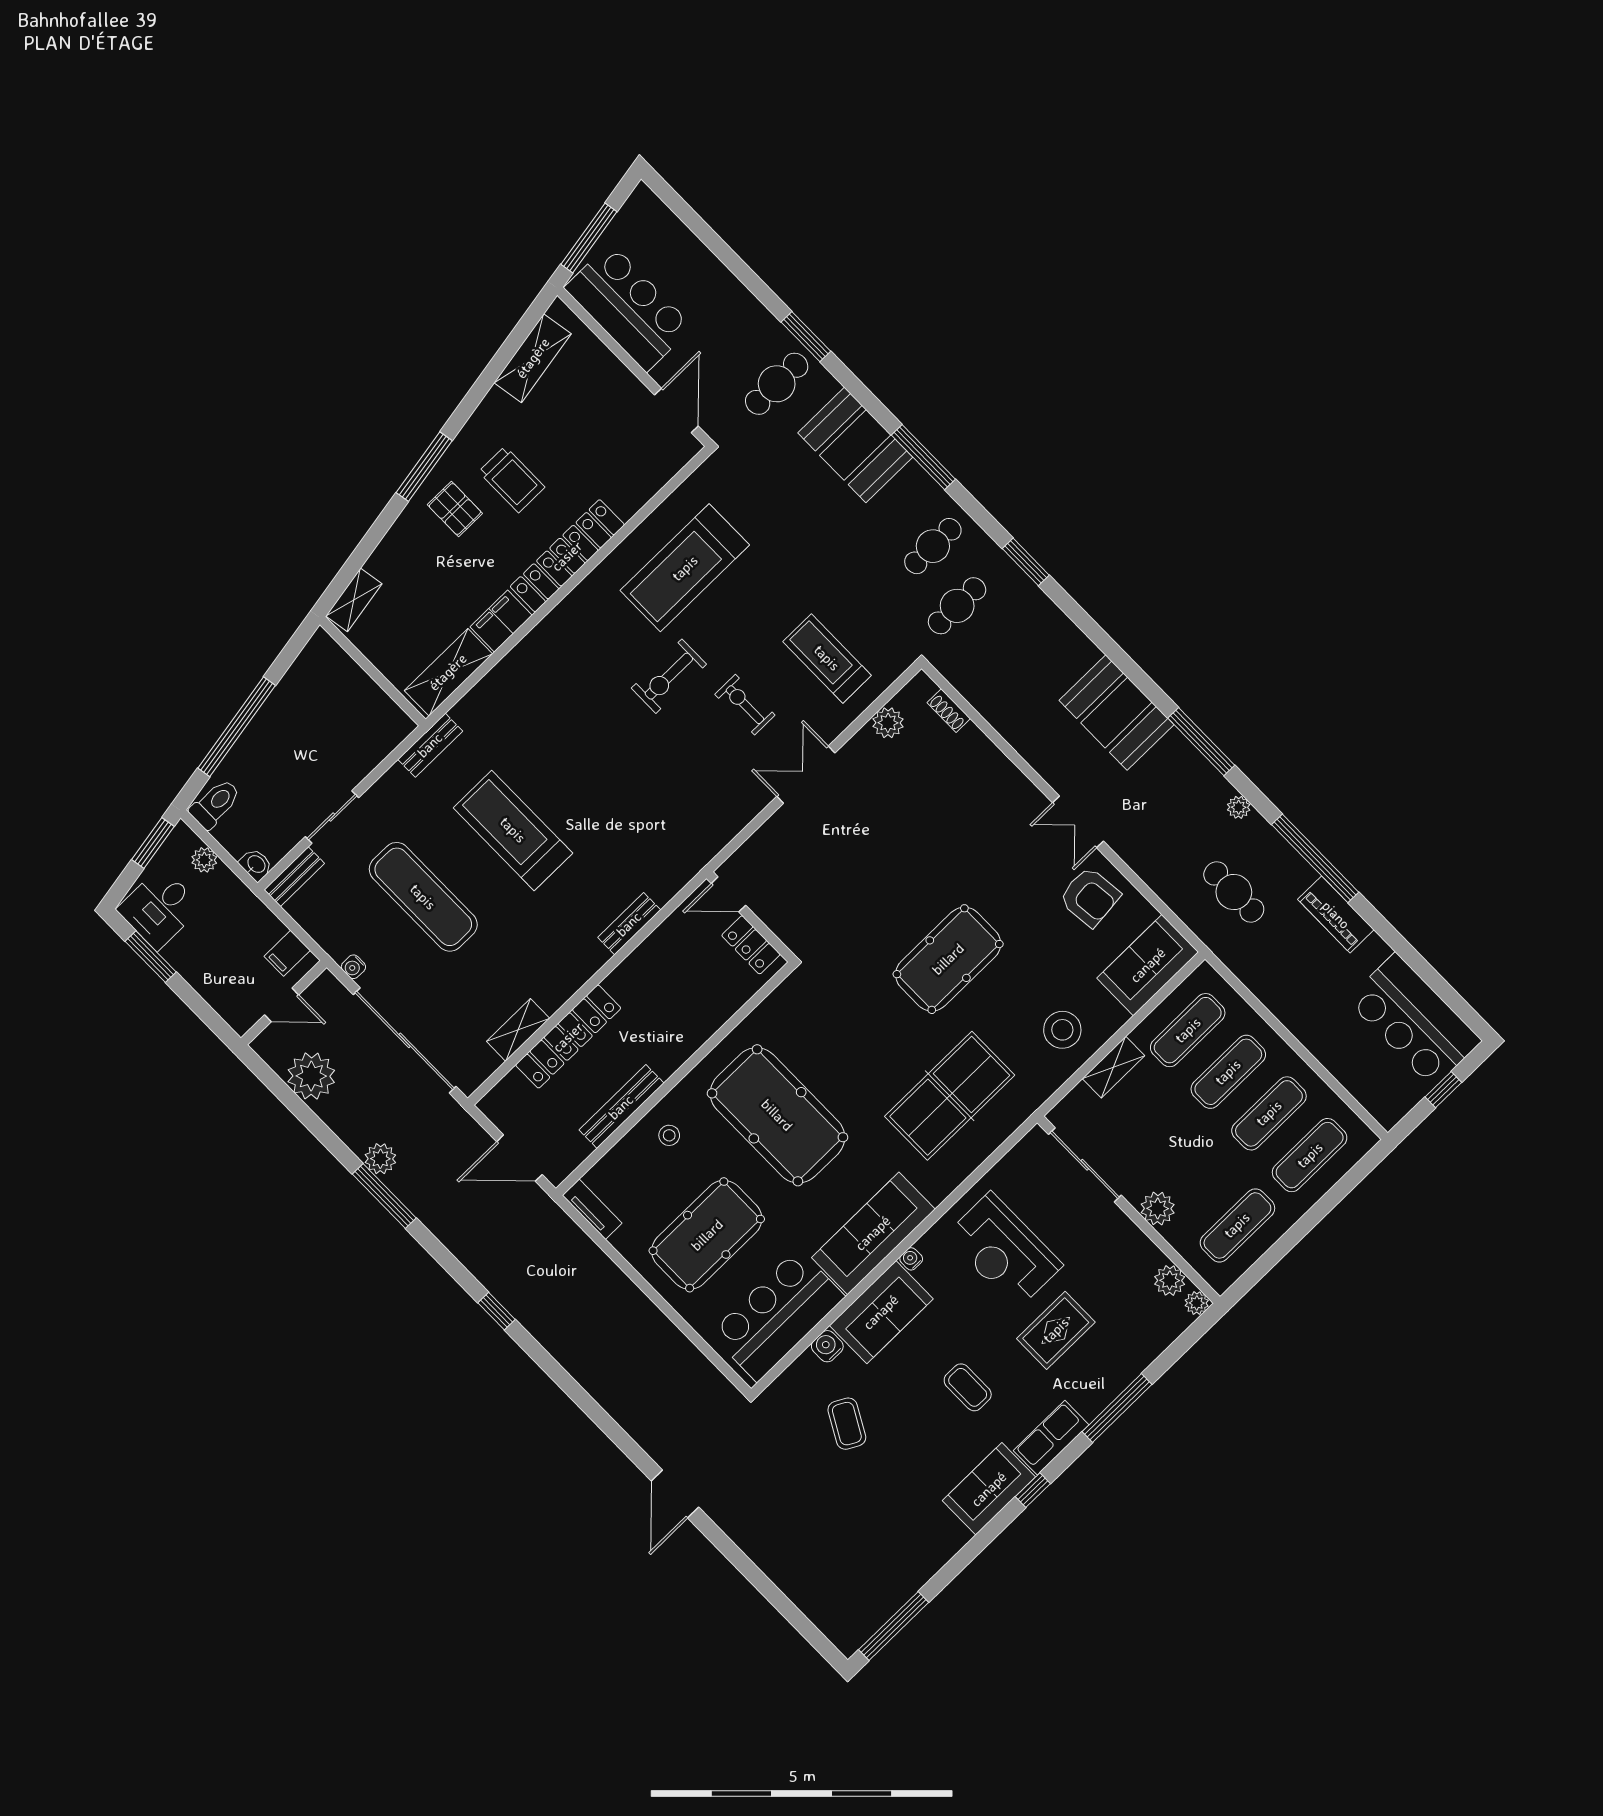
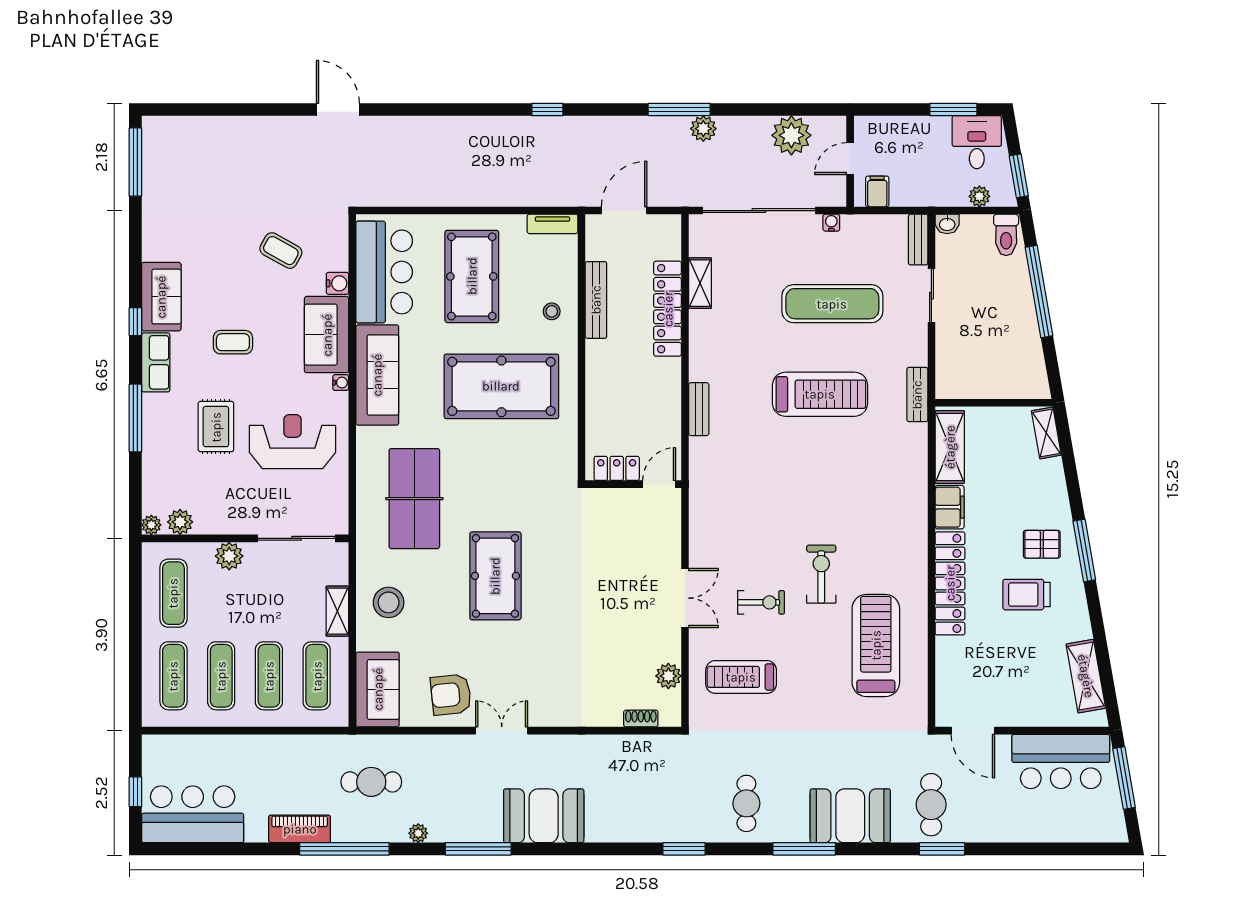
cafe table: (957, 606) -> (698, 783), removed
treadmill: (827, 658) -> (741, 677), turned 180

